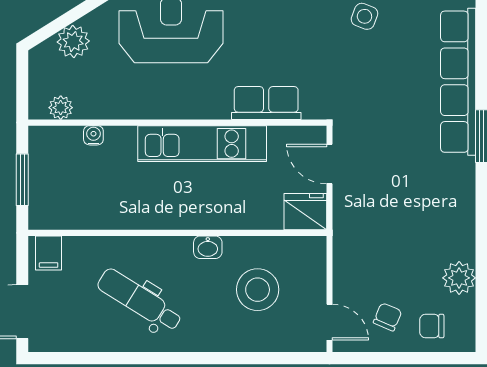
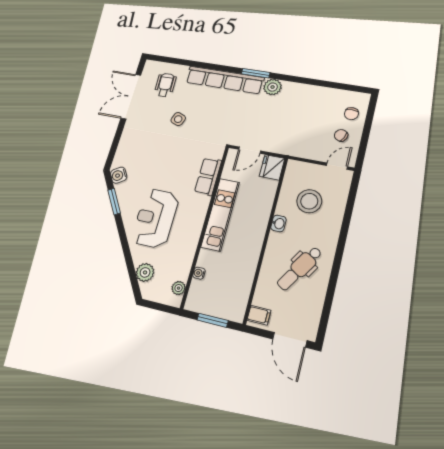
plant: (459, 278) -> (273, 87), moved

